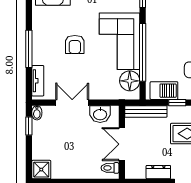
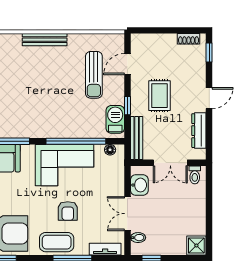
coffee table: (45, 34) -> (57, 242), added
armchair: (75, 44) -> (68, 211), turned 90
floor lamp: (130, 81) -> (110, 150), width x0.53, depth x0.53
bidet: (37, 113) -> (138, 238), moved
dresser: (158, 172) -> (199, 131), width x1.44

